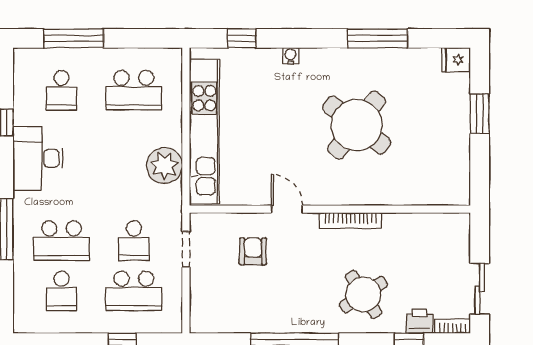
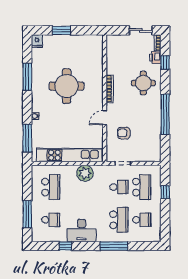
window: (242, 38) -> (27, 138), width x2.17
round table: (357, 125) -> (67, 86), turned -38
round table: (363, 294) -> (143, 83), turned 33

